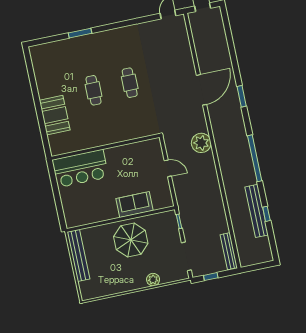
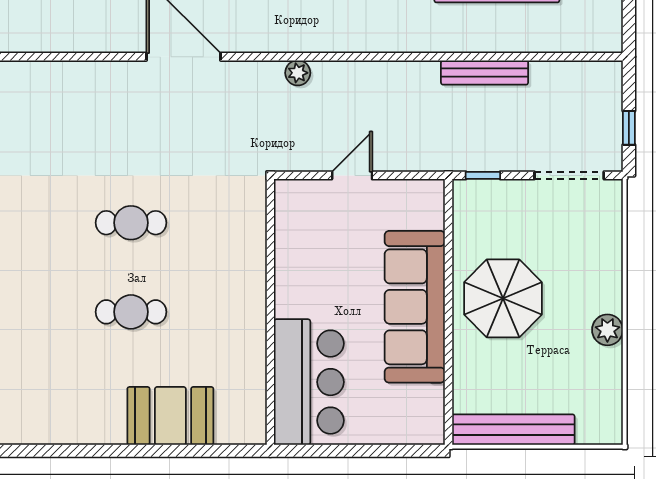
plant: (201, 143) -> (298, 73), width x0.53, depth x0.53
sofa: (135, 205) -> (415, 307), width x1.85, depth x1.27
bench: (229, 251) -> (485, 72), moved
plant: (153, 280) -> (607, 330), moved

